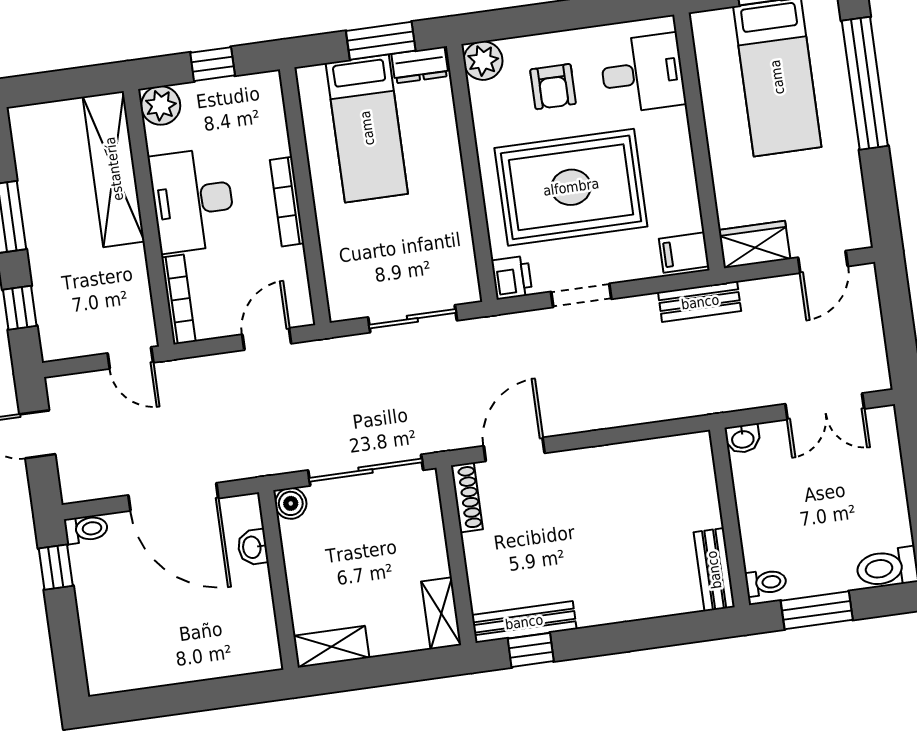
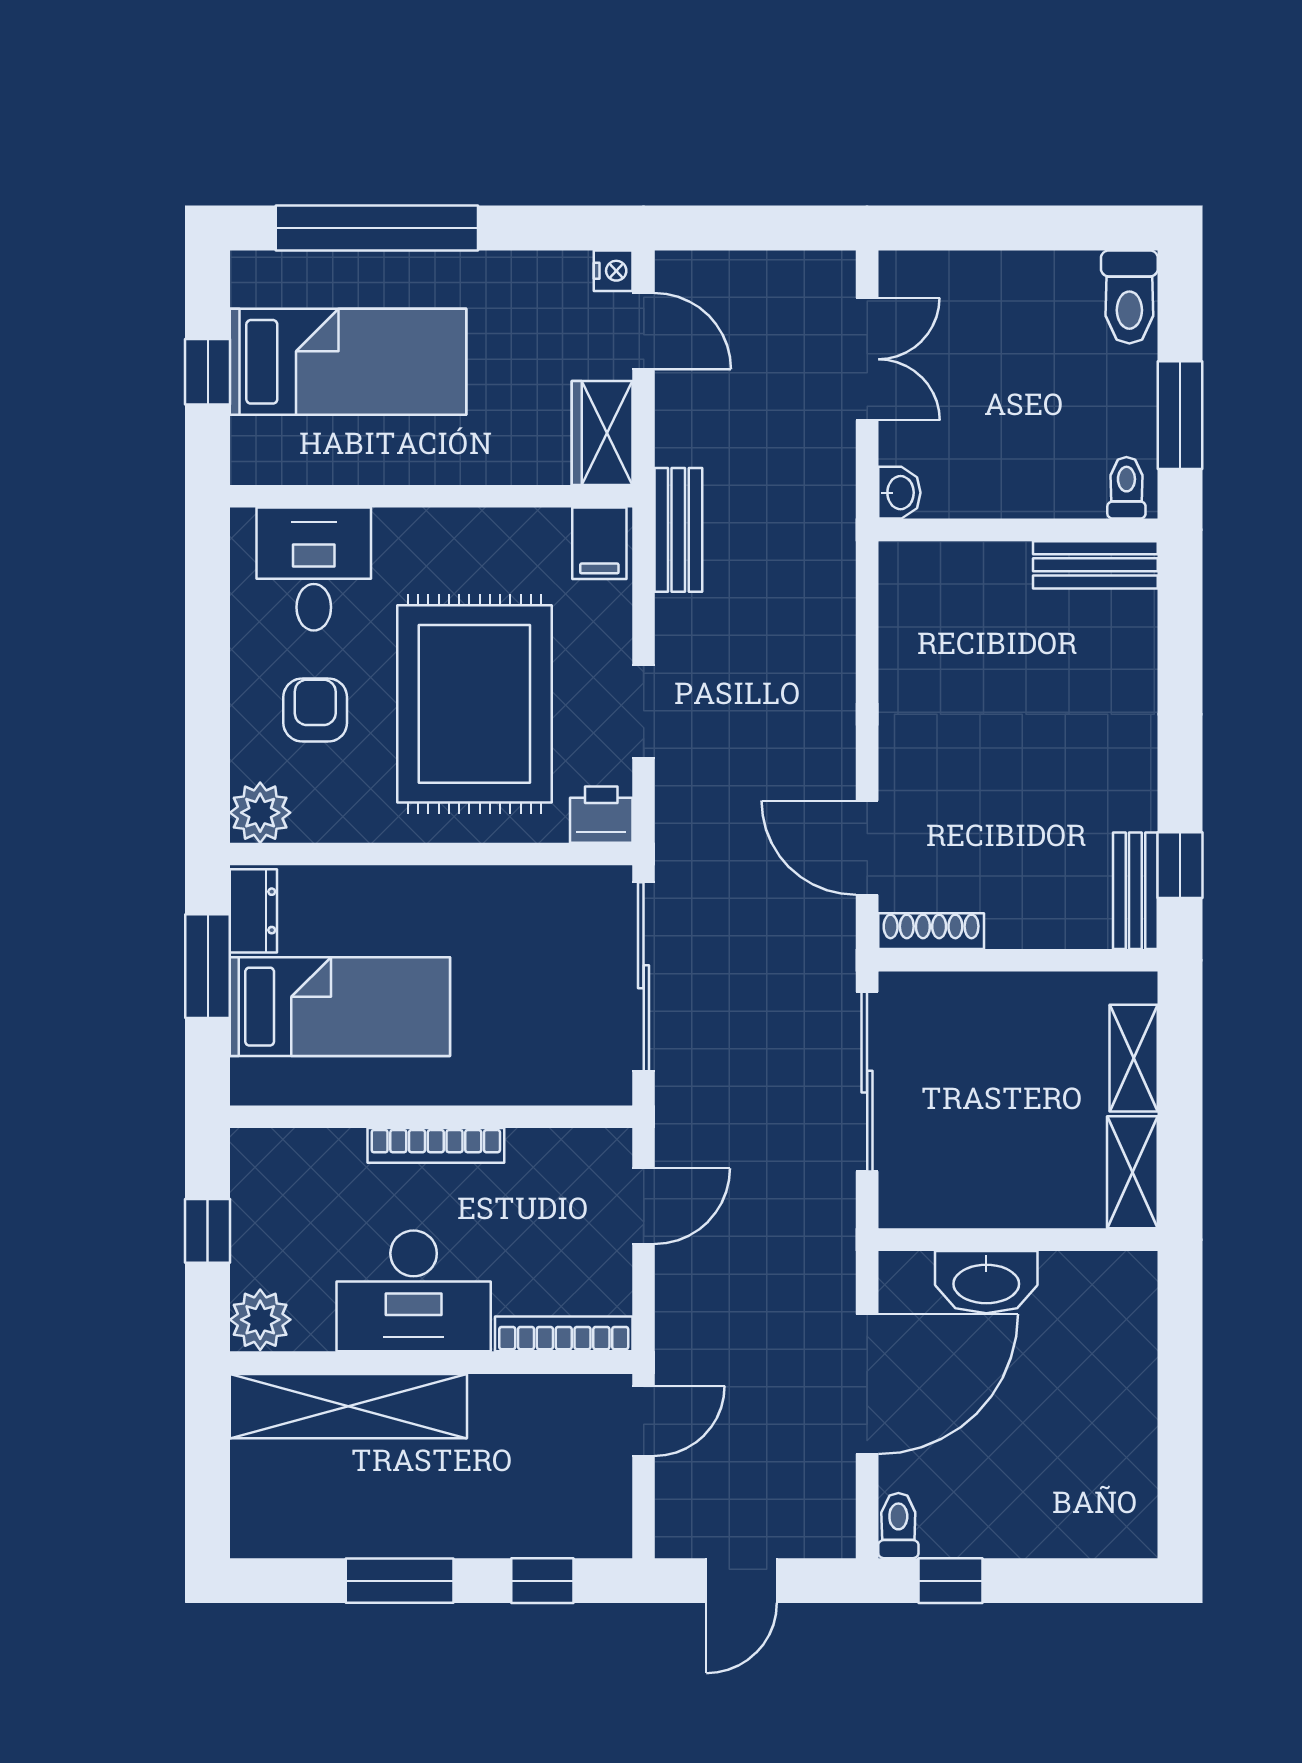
armchair: (553, 87) -> (315, 710), turned -90
nightstand: (859, 237) -> (613, 271), added
sliding door: (412, 319) -> (644, 977), width x1.37
door: (267, 339) -> (644, 1206), swing flipped
boiler: (291, 503) -> (902, 1204), removed
washbasin: (253, 547) -> (986, 1282), width x1.91, depth x1.45
shelving: (441, 613) -> (1134, 1058), moved, turned 90
bench: (524, 622) -> (1135, 891), width x0.73

